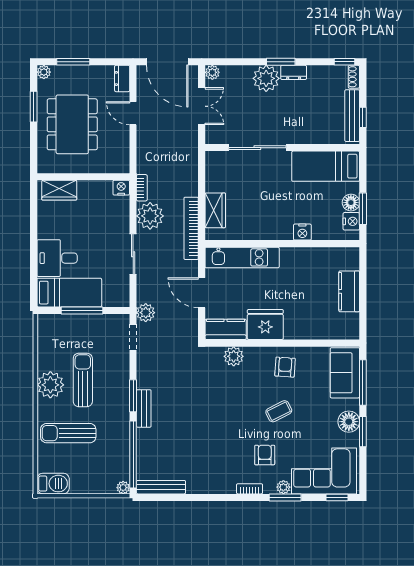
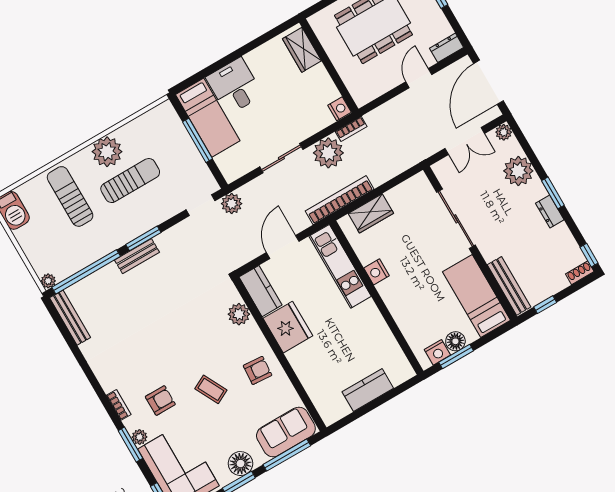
plant: (266, 78) -> (518, 171), moved
bench: (352, 116) -> (509, 286), moved, turned 90
nightstand: (302, 232) -> (376, 272), moved

